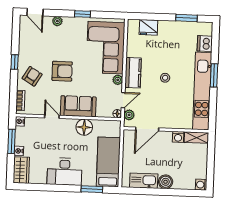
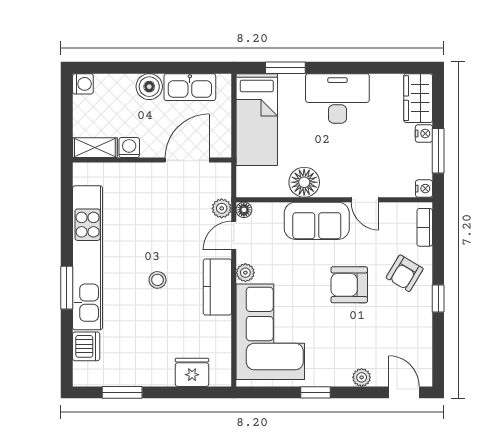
door: (147, 129) -> (187, 160), moved
wall: (166, 130) -> (152, 160), moved
washing machine: (178, 137) -> (129, 148), moved
shelving: (196, 138) -> (95, 148), moved

